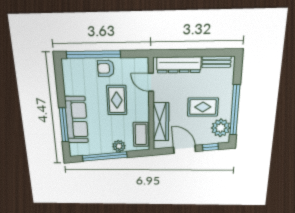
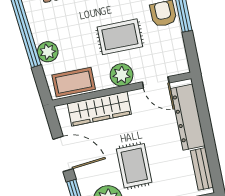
door: (151, 82) -> (156, 82), swing flipped
plant: (142, 104) -> (122, 75), added
door: (185, 149) -> (63, 154), hinge flipped

